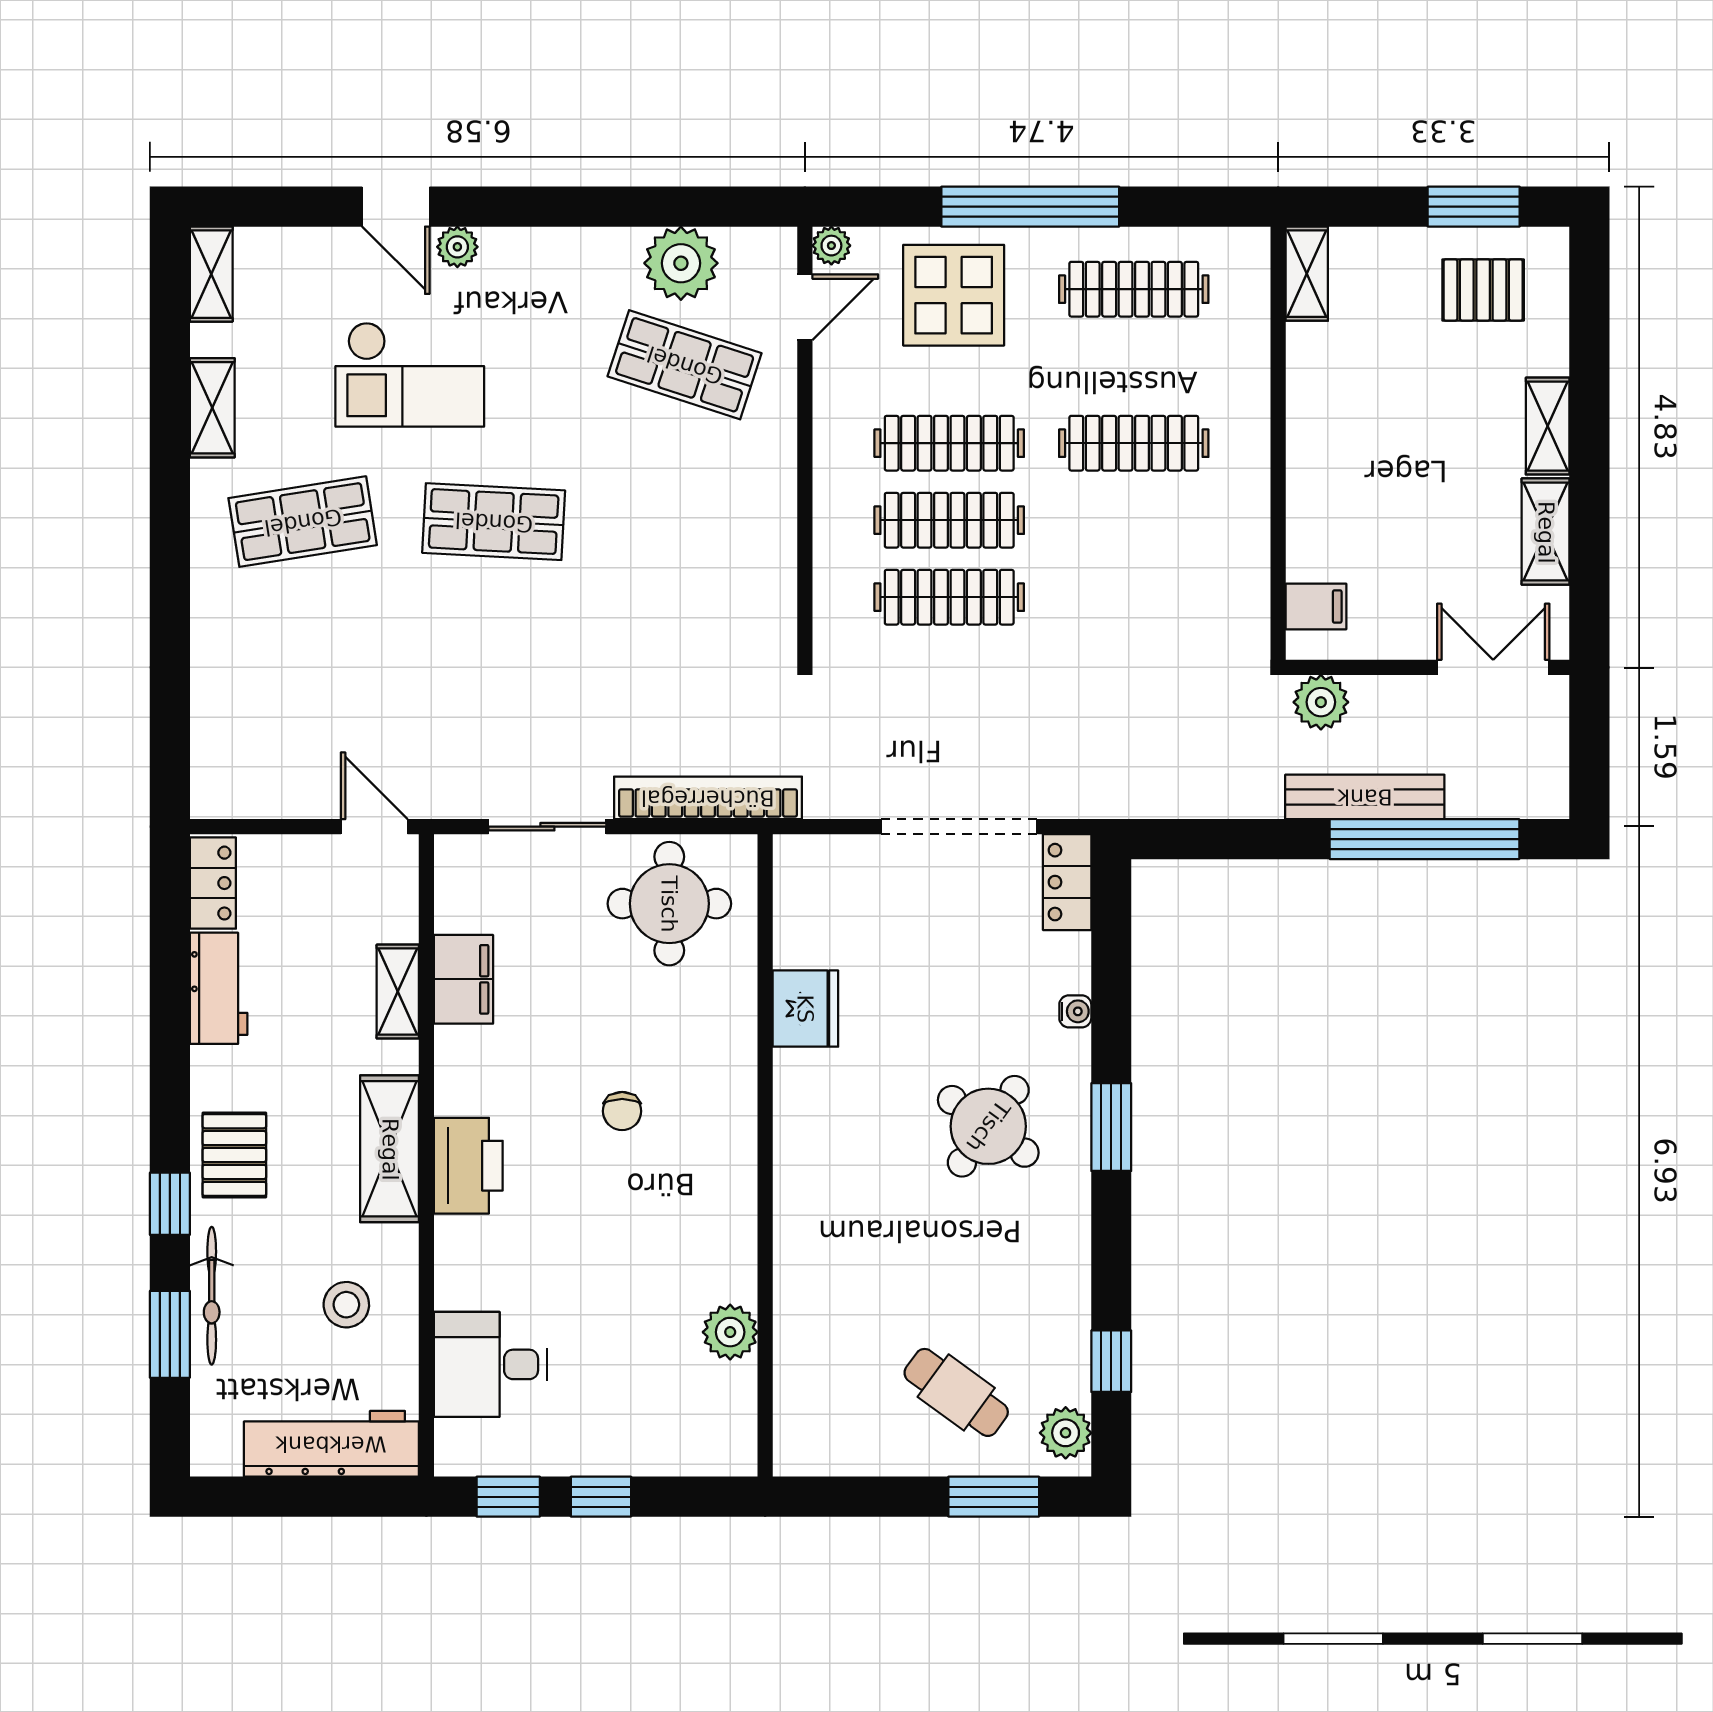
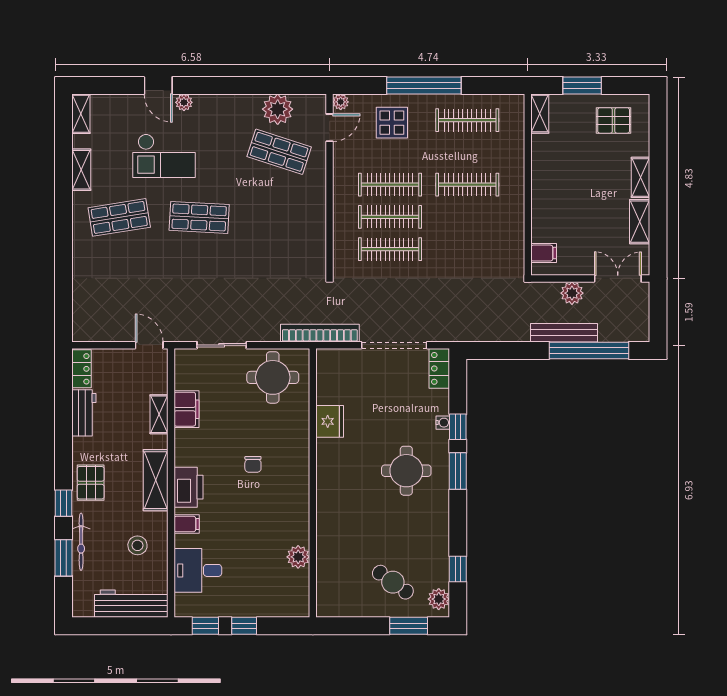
window: (1474, 207) -> (582, 86), moved
display table: (954, 295) -> (392, 123), width x0.73, depth x0.73
plant: (1321, 702) -> (572, 293), moved
bookcase: (708, 798) -> (320, 333), moved
window: (1111, 1022) -> (458, 427), added
round table: (988, 1126) -> (406, 471), turned -36
filing cabinet: (464, 1254) -> (187, 524), added

